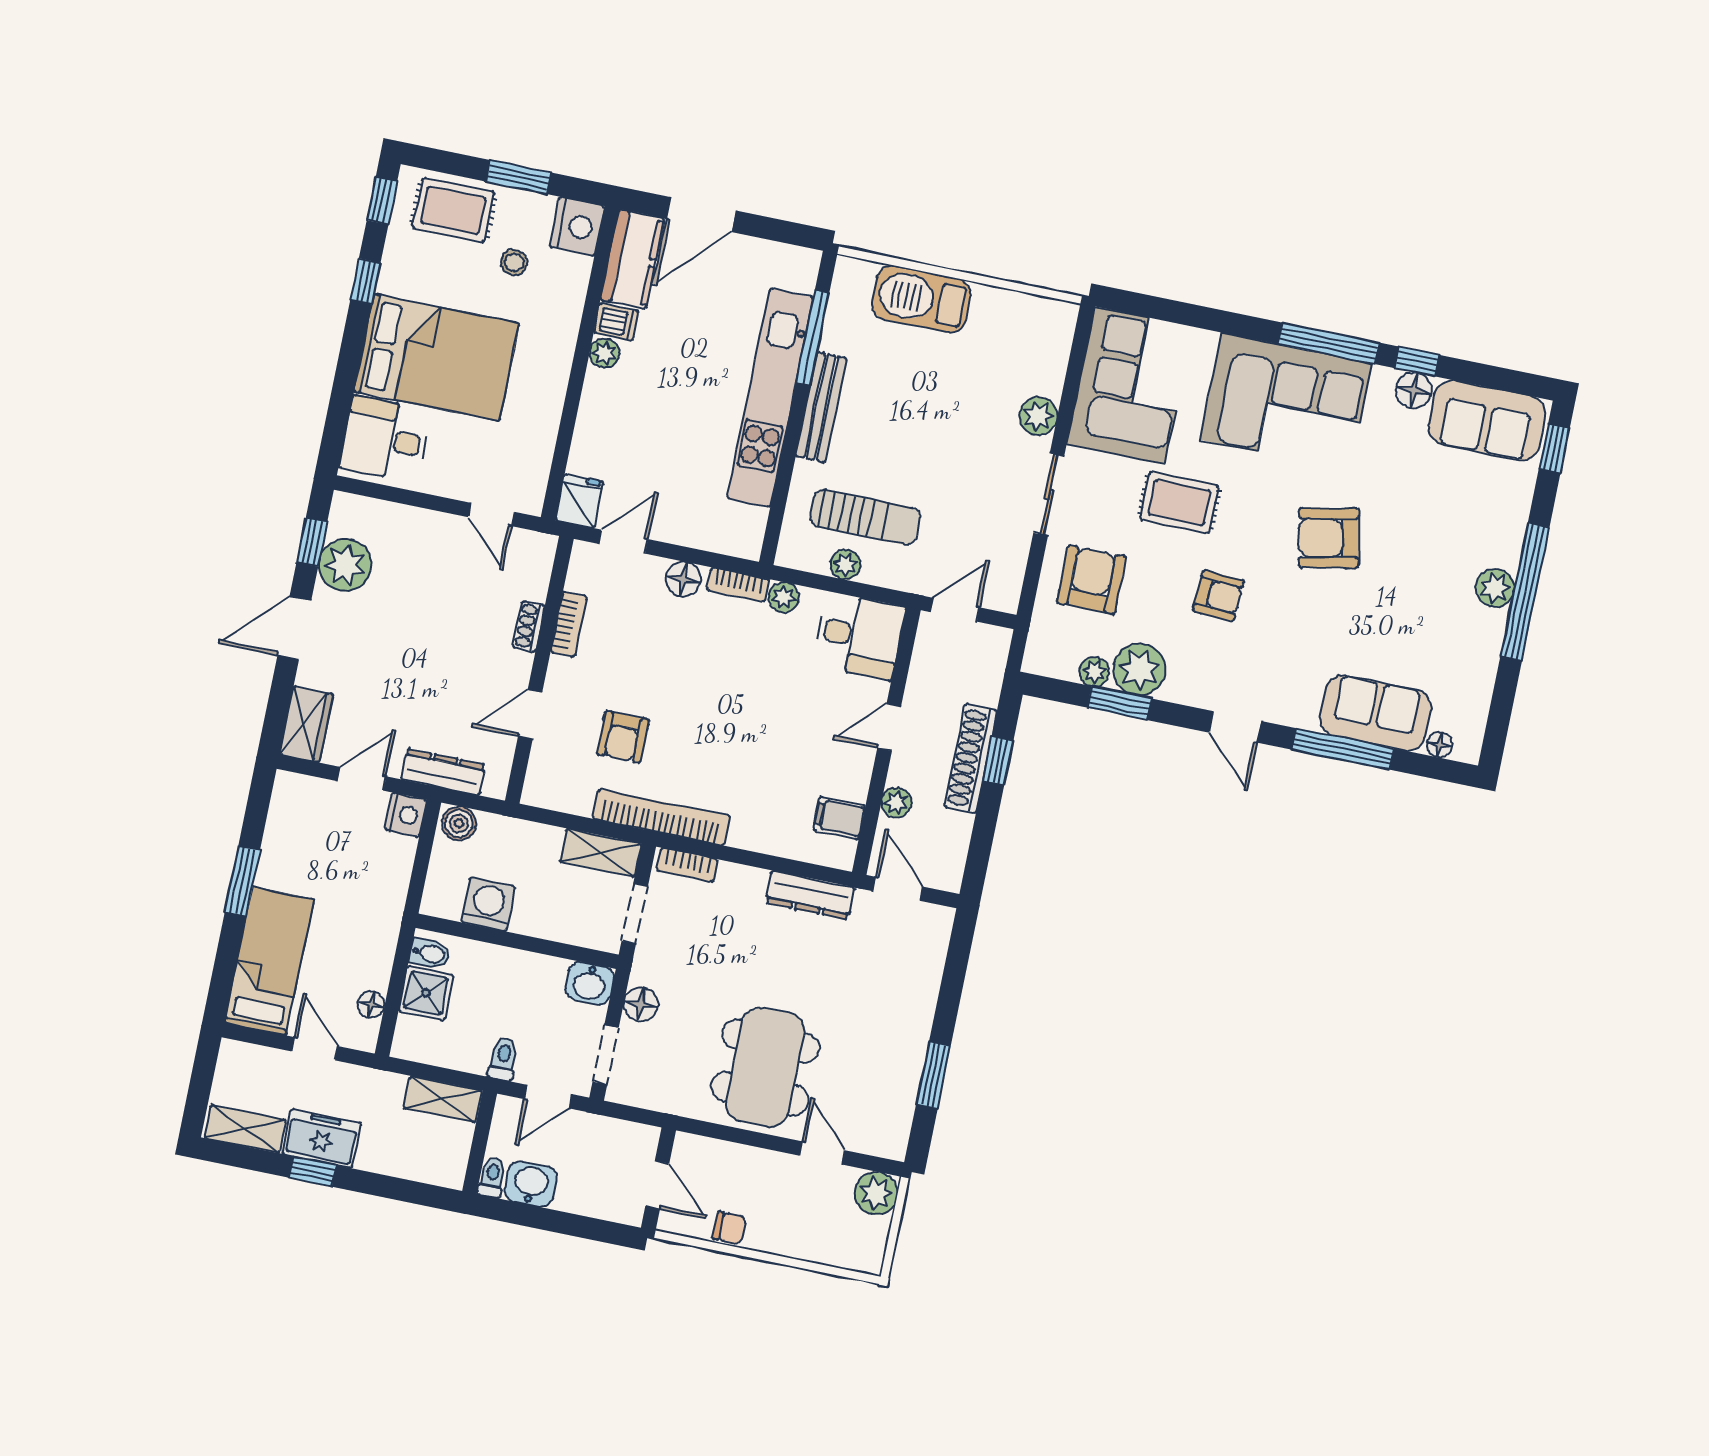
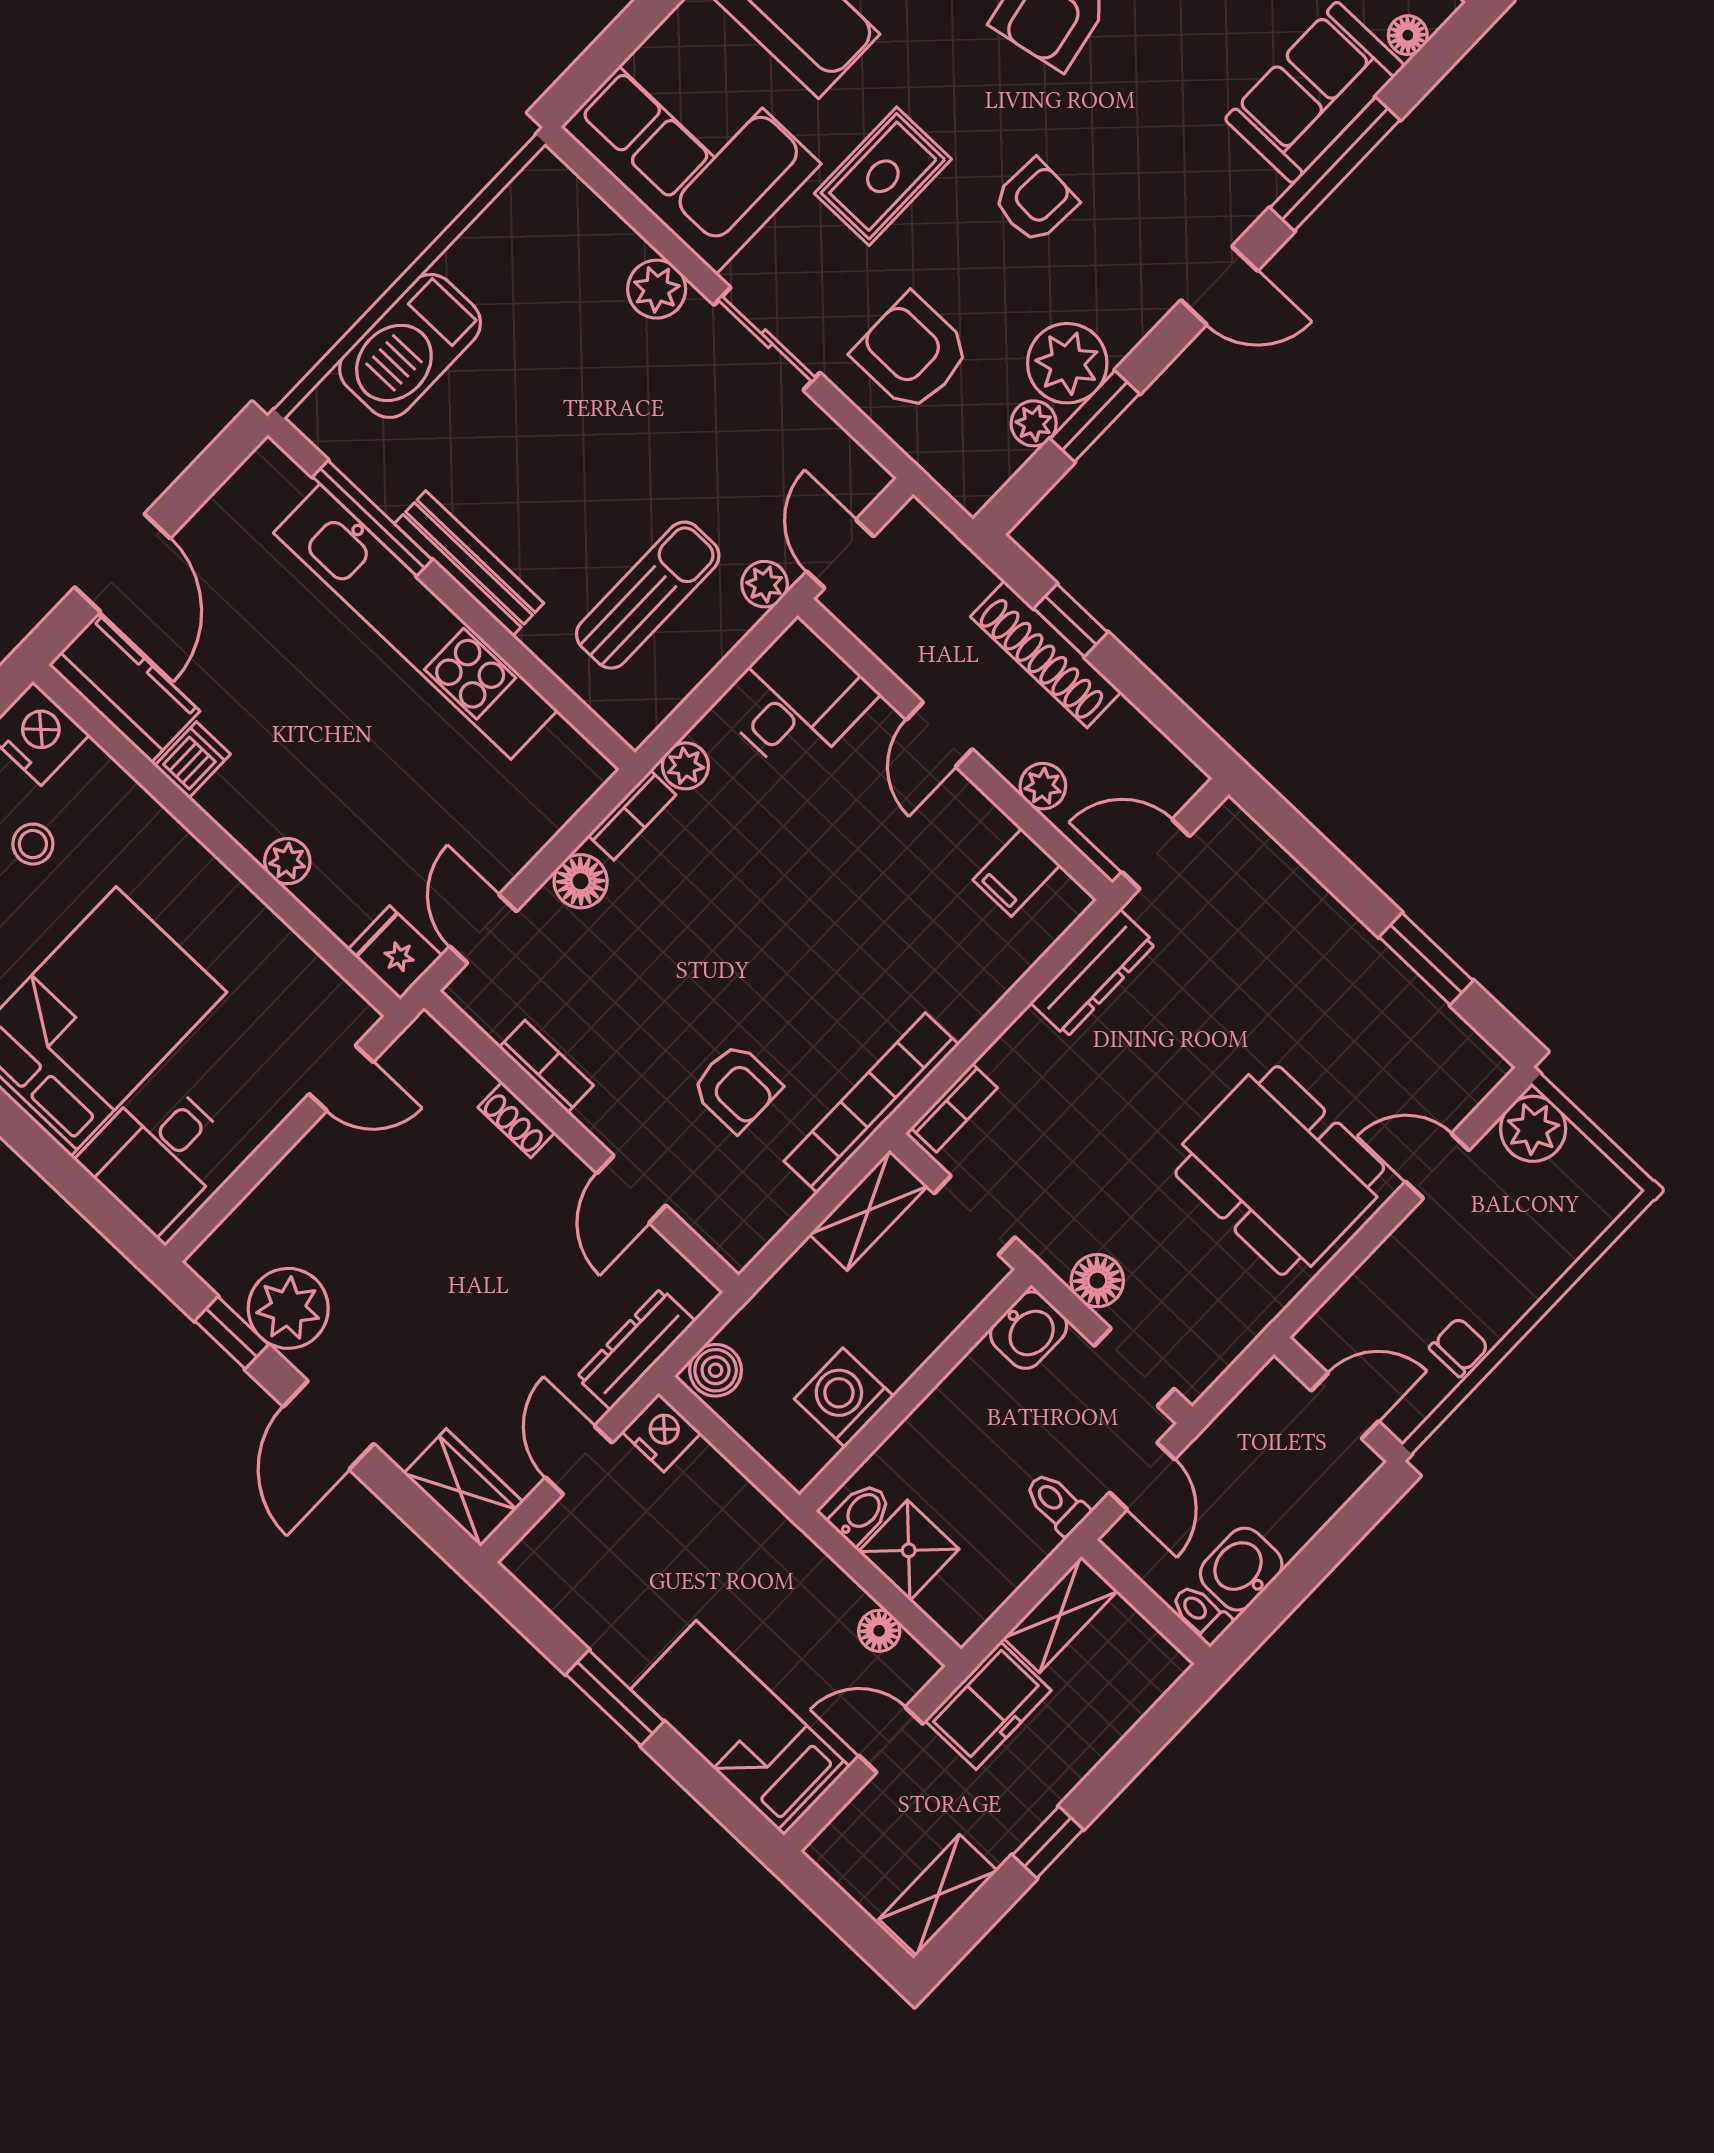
plant: (604, 353) -> (287, 861), moved
plant: (845, 565) -> (765, 584), moved
freezer: (322, 1138) -> (988, 1706), moved, turned 180

